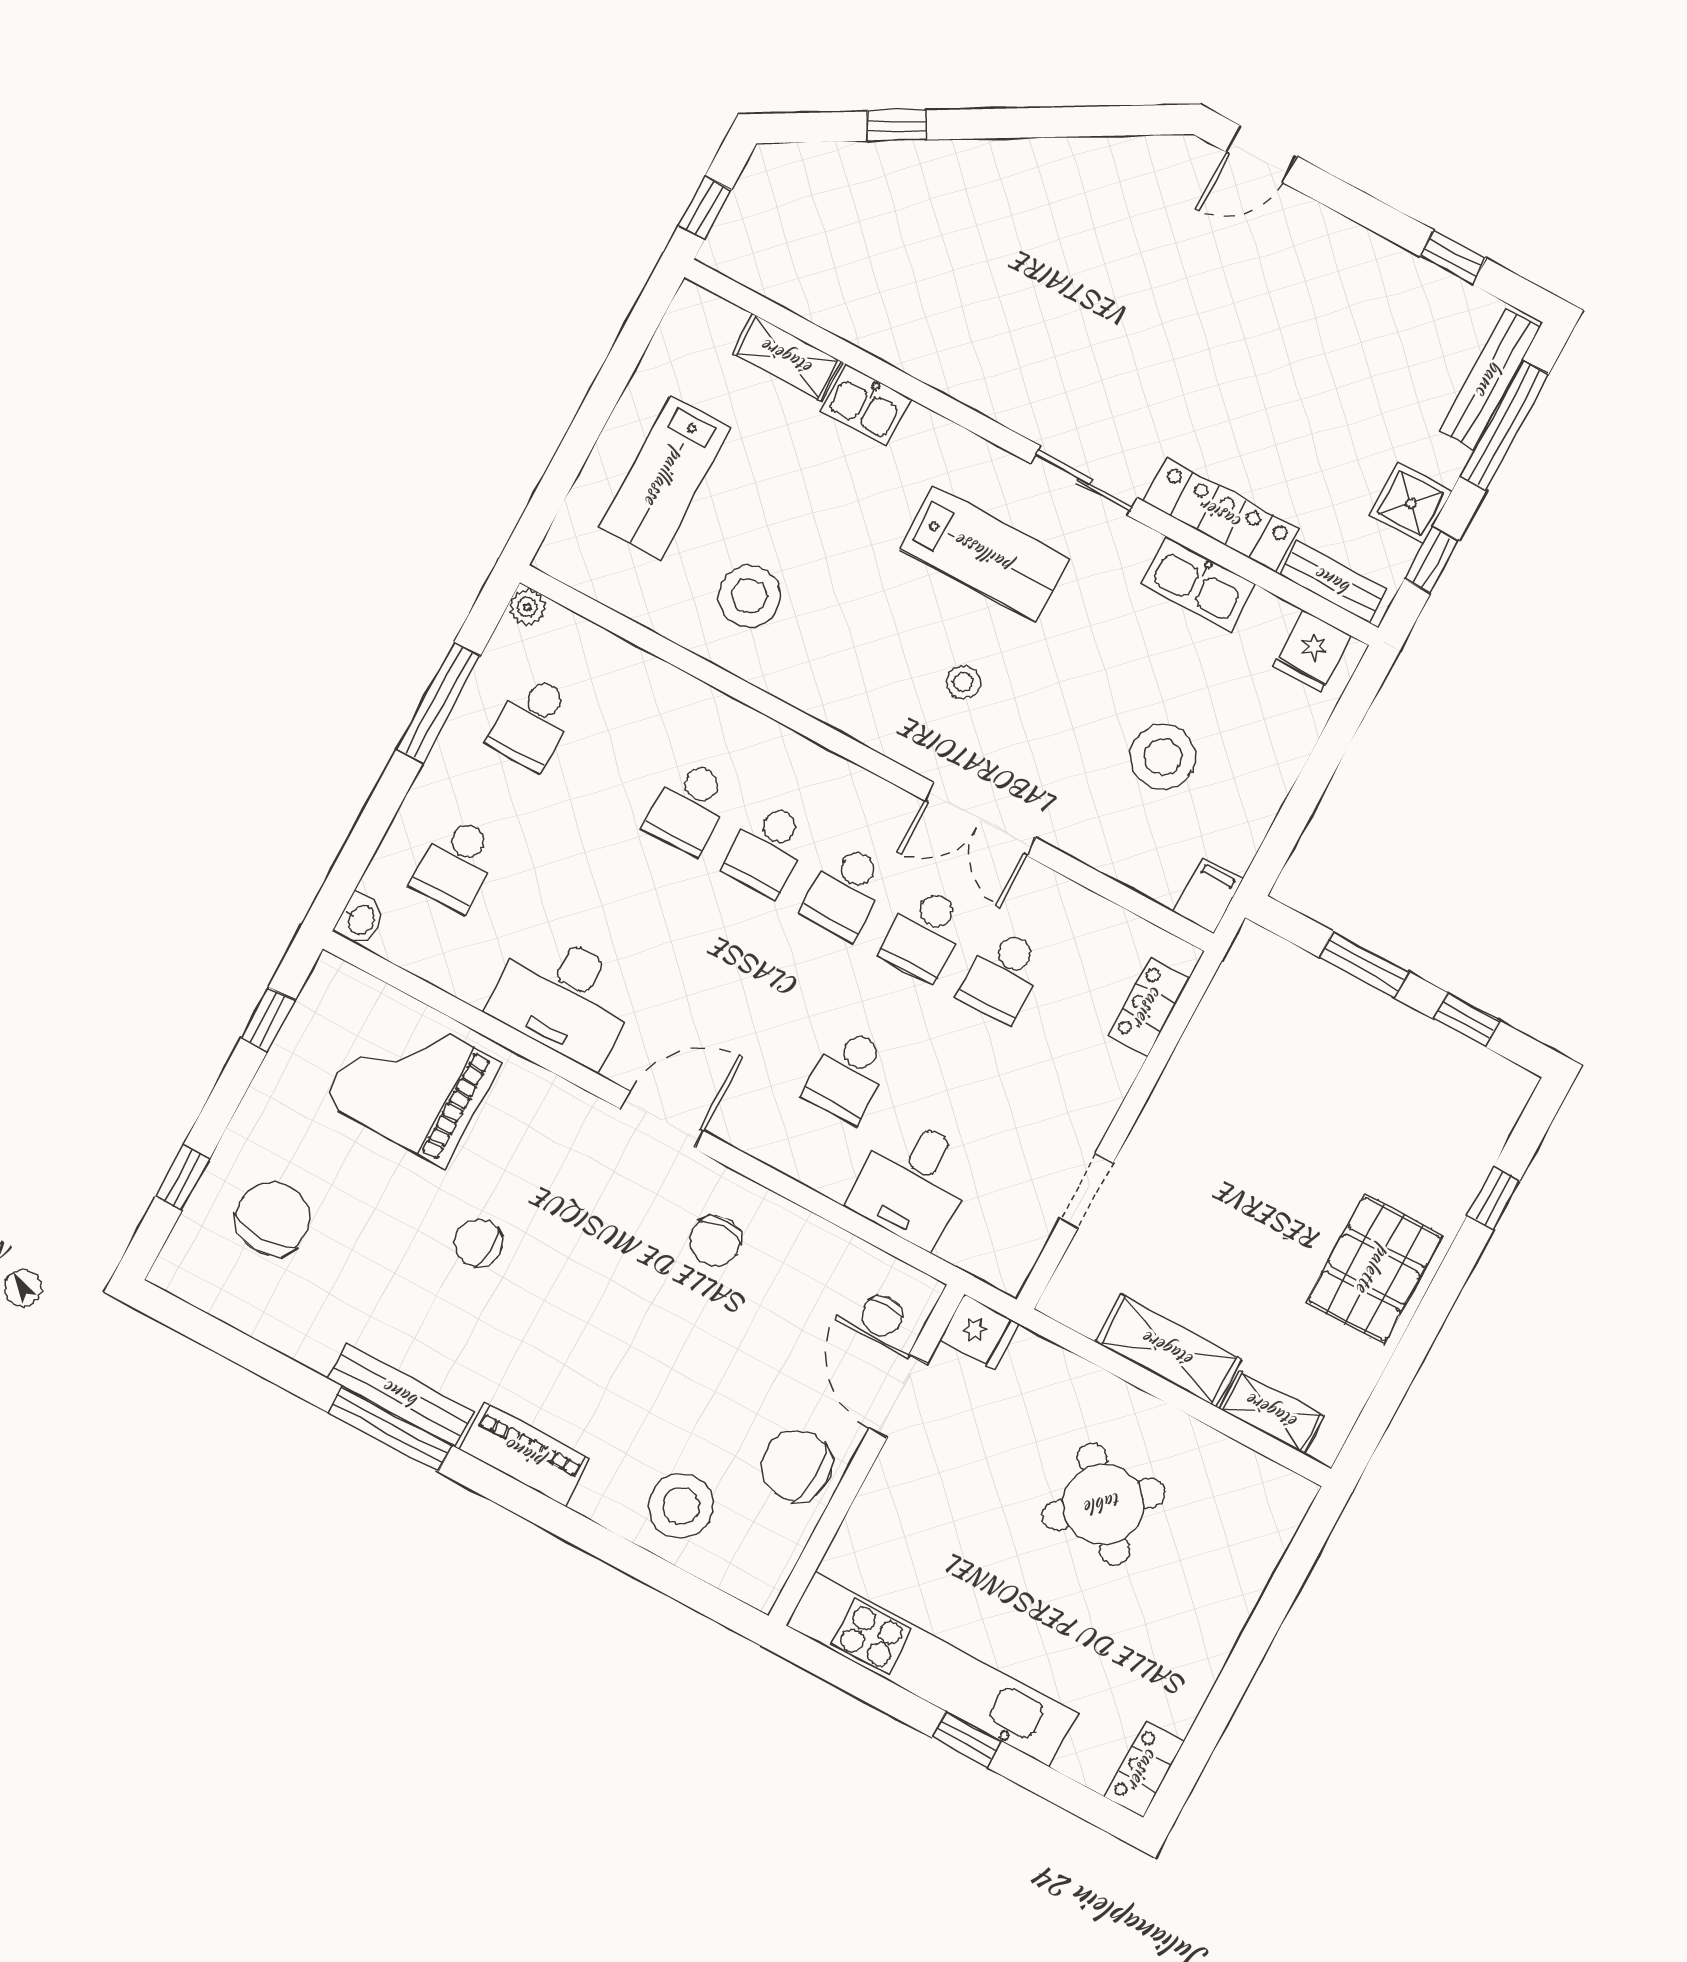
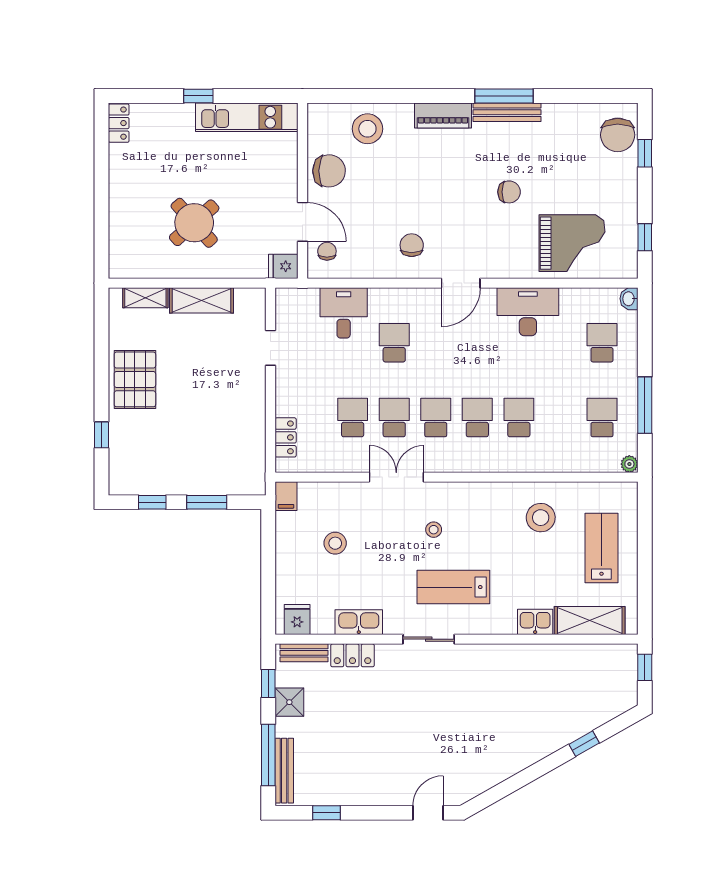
shelving: (787, 358) -> (590, 621), width x1.50, depth x1.33
locker: (1221, 515) -> (352, 655), width x0.66
stool: (1163, 757) -> (335, 543), width x0.73, depth x0.73
chair: (273, 1219) -> (618, 135), moved
kitchen unit: (932, 1669) -> (247, 117), width x0.73

